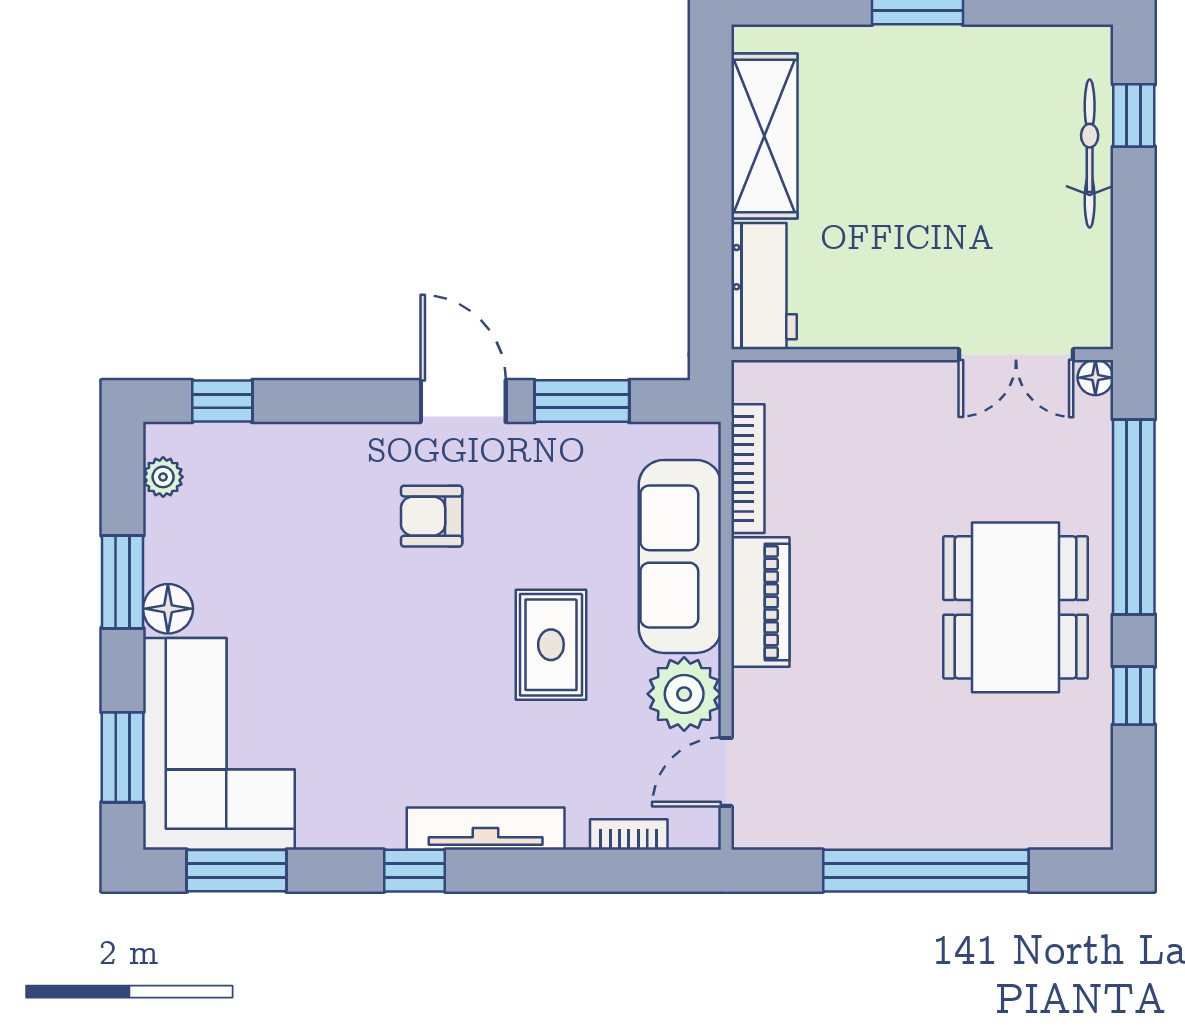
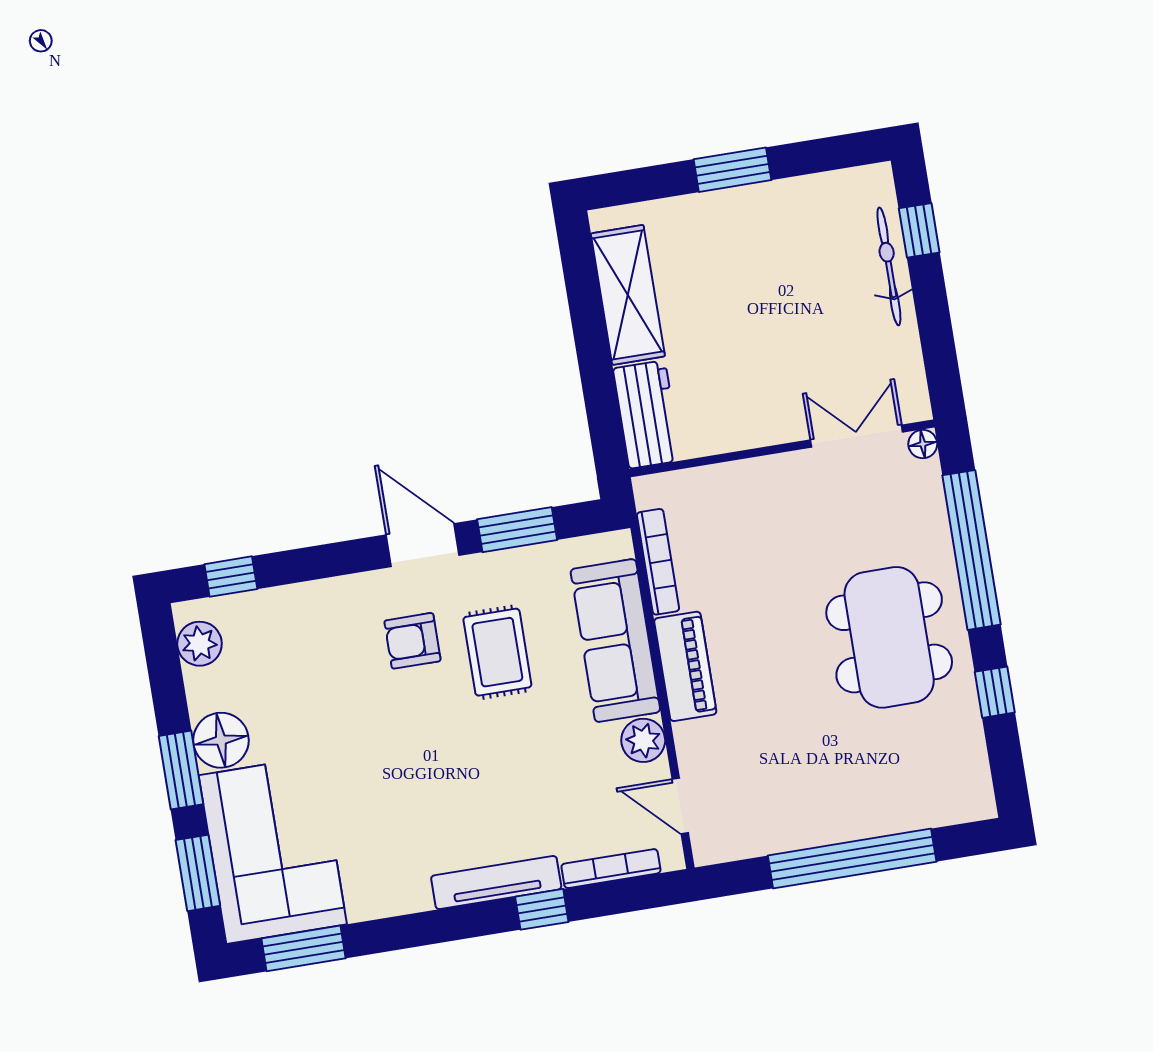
double door: (1016, 355) -> (857, 436), swing flipped
plant: (163, 477) -> (200, 644), width x1.38, depth x1.38
window: (122, 582) -> (181, 770), moved
floor lamp: (168, 609) -> (221, 740), width x1.38, depth x1.38
rug: (551, 645) -> (497, 652), moved
plant: (684, 694) -> (643, 740), width x0.73, depth x0.73
door: (726, 772) -> (680, 806), hinge flipped
bookcase: (629, 835) -> (611, 869), width x1.56
window: (415, 871) -> (542, 909), moved

